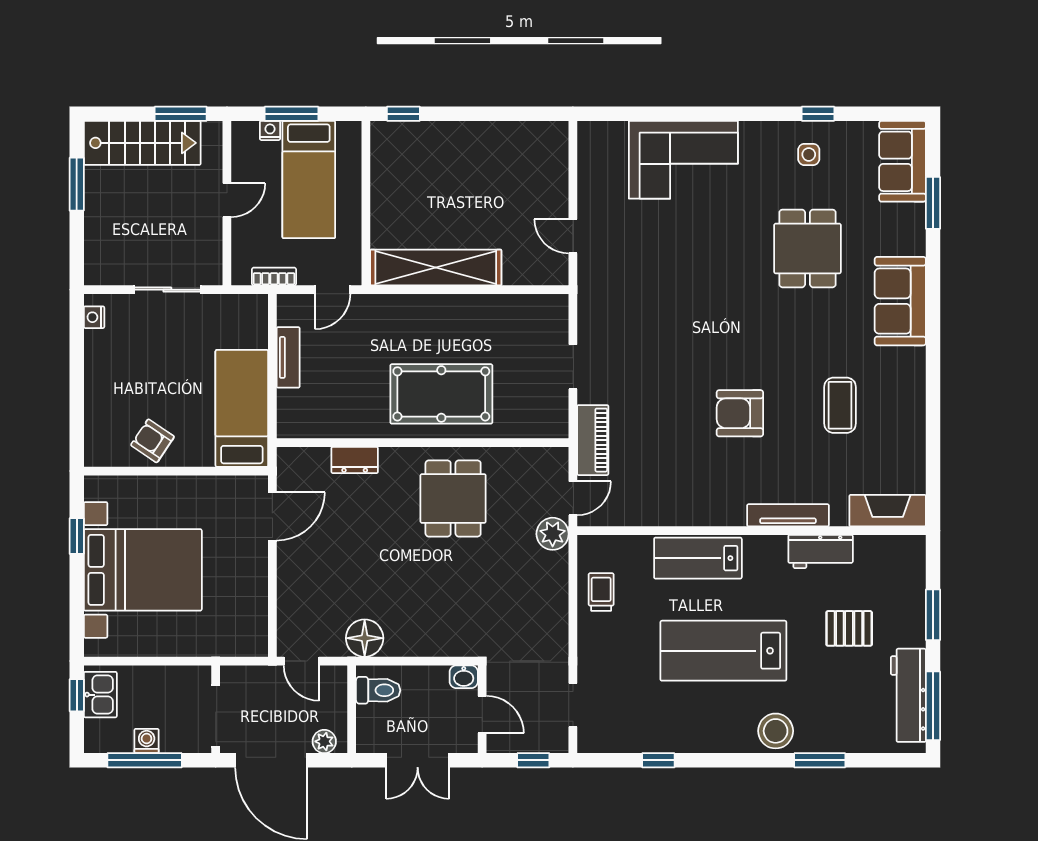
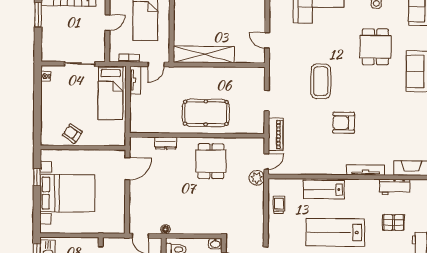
tv unit: (288, 357) -> (135, 80), moved
coffee table: (840, 405) -> (321, 81), moved, width x1.36, depth x1.32
bed: (242, 408) -> (111, 93), moved, turned 180
workbench: (821, 552) -> (395, 187), moved
floor lamp: (365, 638) -> (166, 229), width x0.53, depth x0.53

